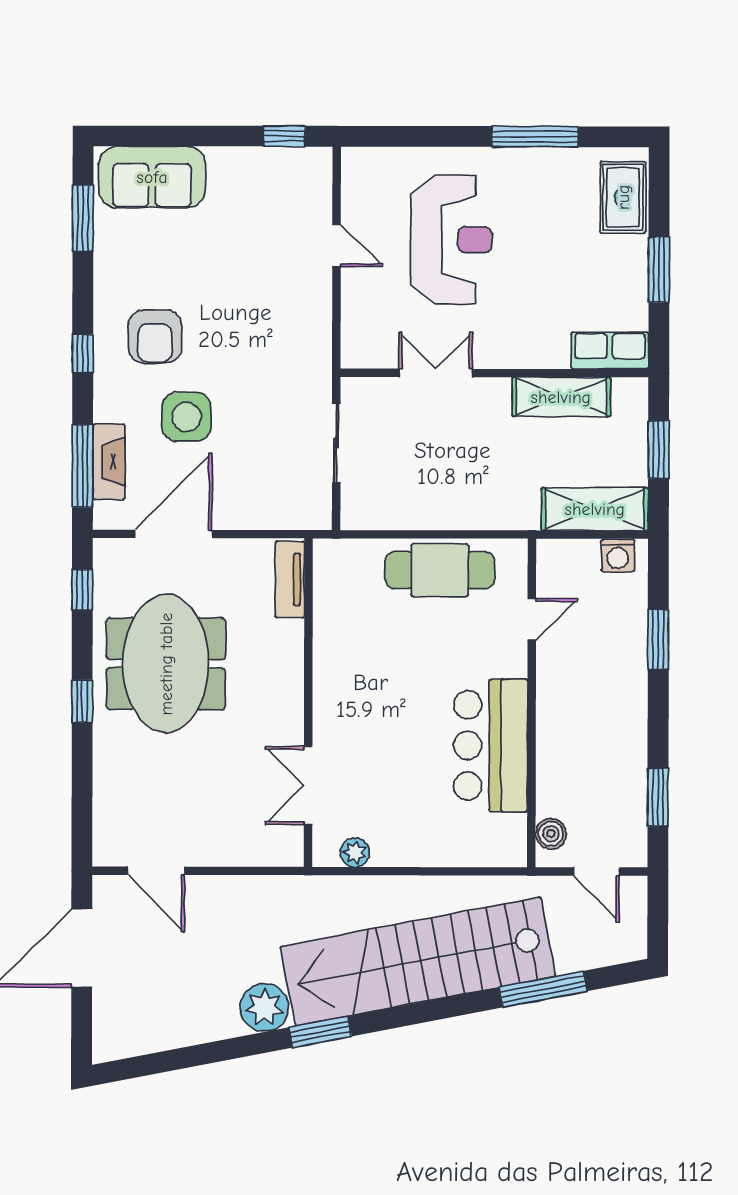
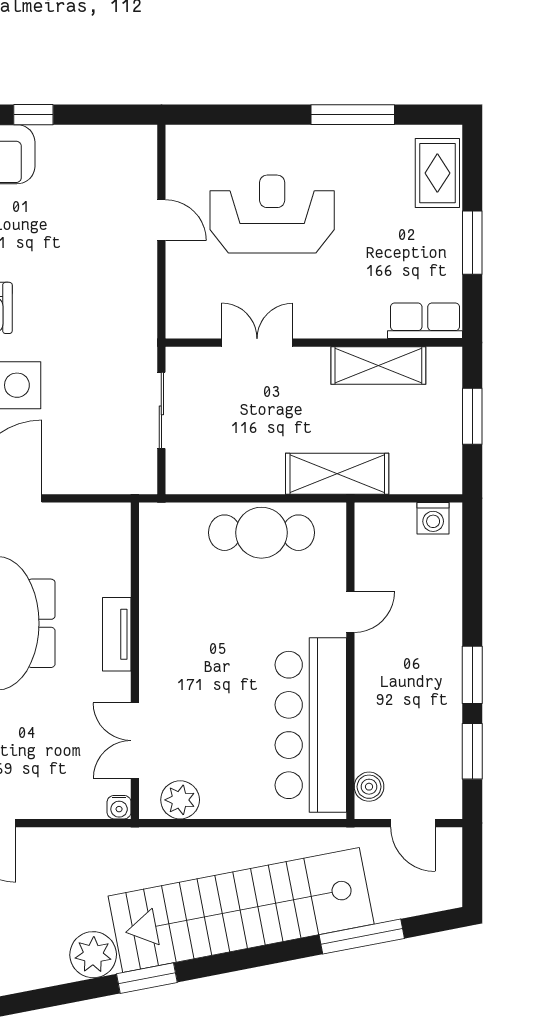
window: (284, 136) -> (33, 115), moved
reception desk: (451, 240) -> (272, 214), turned -90
shelving: (595, 509) -> (337, 474), moved
tv unit: (290, 579) -> (117, 634), moved
door: (532, 619) -> (350, 612), moved
window: (658, 639) -> (472, 675), moved
bar counter: (491, 745) -> (311, 725), width x1.36
plant: (355, 852) -> (180, 800), width x1.38, depth x1.38
water cooler: (292, 855) -> (119, 807), added

